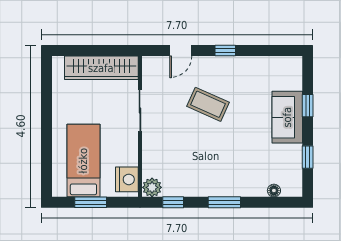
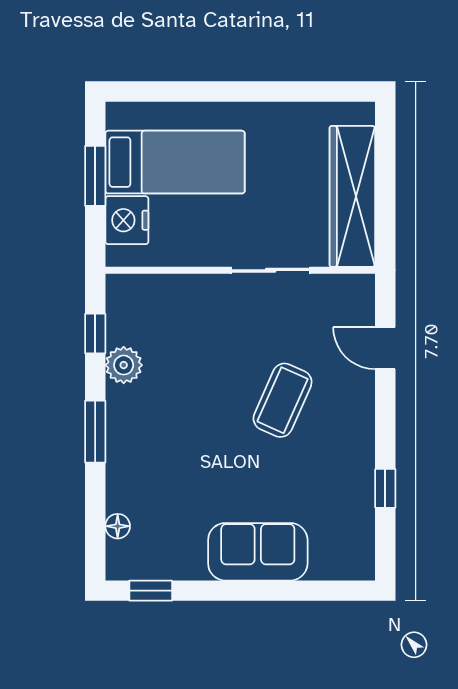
window: (225, 51) -> (385, 488), moved
window: (308, 106) -> (280, 591), removed
window: (308, 157) -> (151, 591), moved
nightstand: (127, 179) -> (127, 220), moved, turned 90
plant: (152, 187) -> (124, 365), moved

